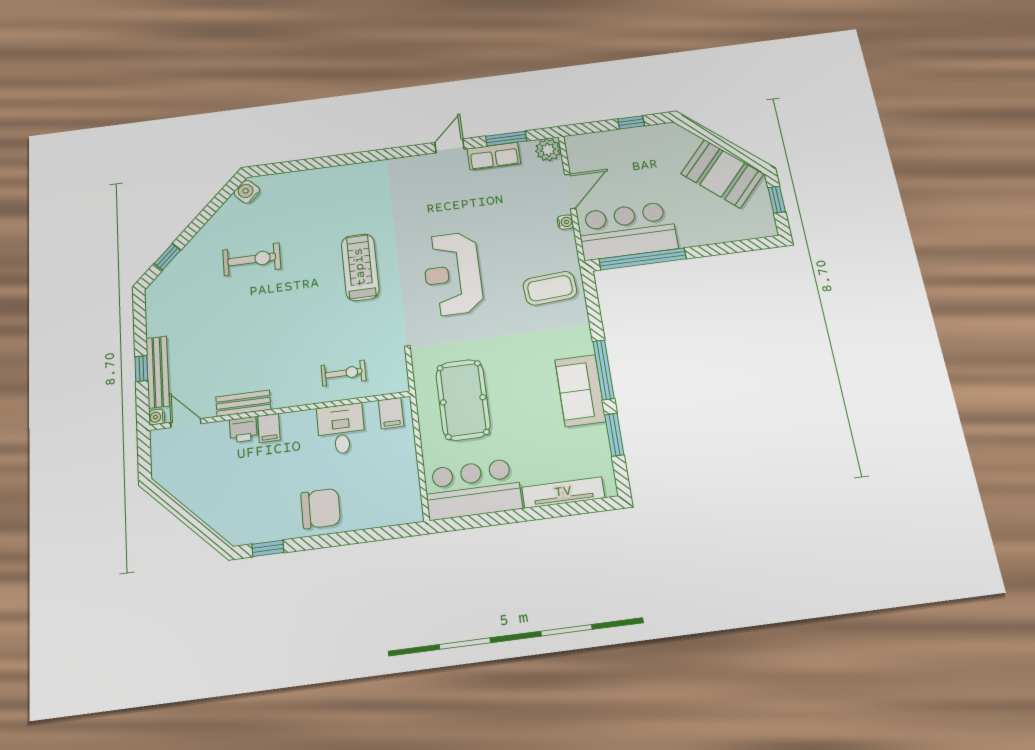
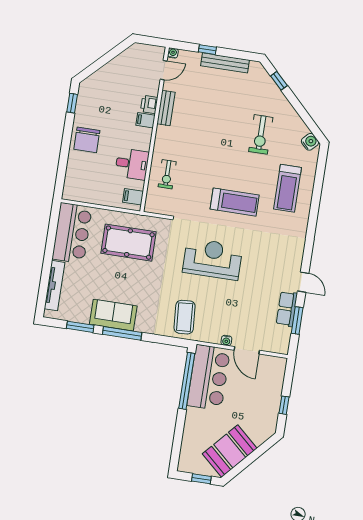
plant: (548, 150) -> (281, 345), removed
treadmill: (321, 203) -> (288, 188), added
bench: (158, 372) -> (225, 63), moved

